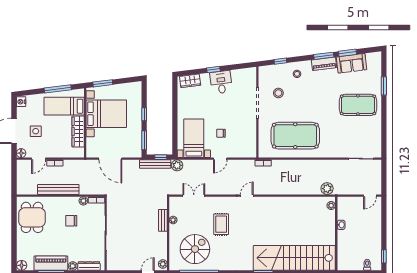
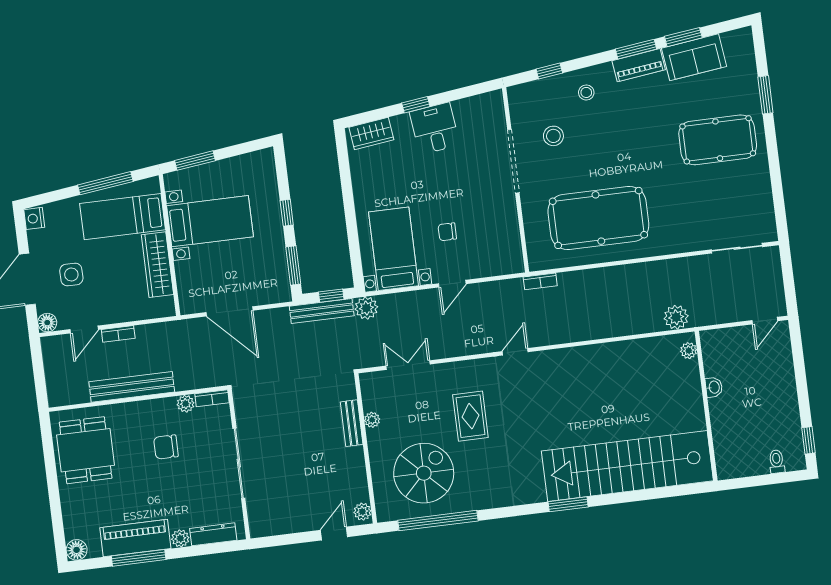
bed with nightstands: (106, 114) -> (210, 221), width x0.73

